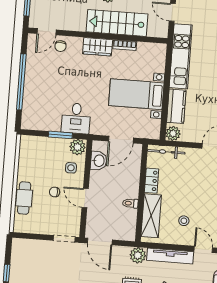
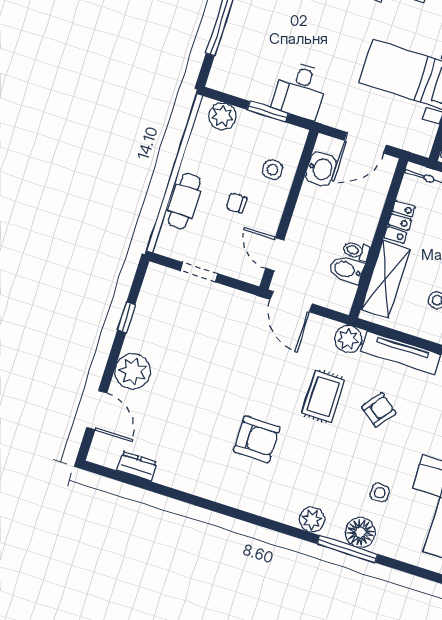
plant: (78, 147) -> (222, 116), moved
door: (85, 198) -> (275, 254), moved
bidet: (127, 216) -> (347, 270), added
doorway: (64, 239) -> (199, 272), moved

